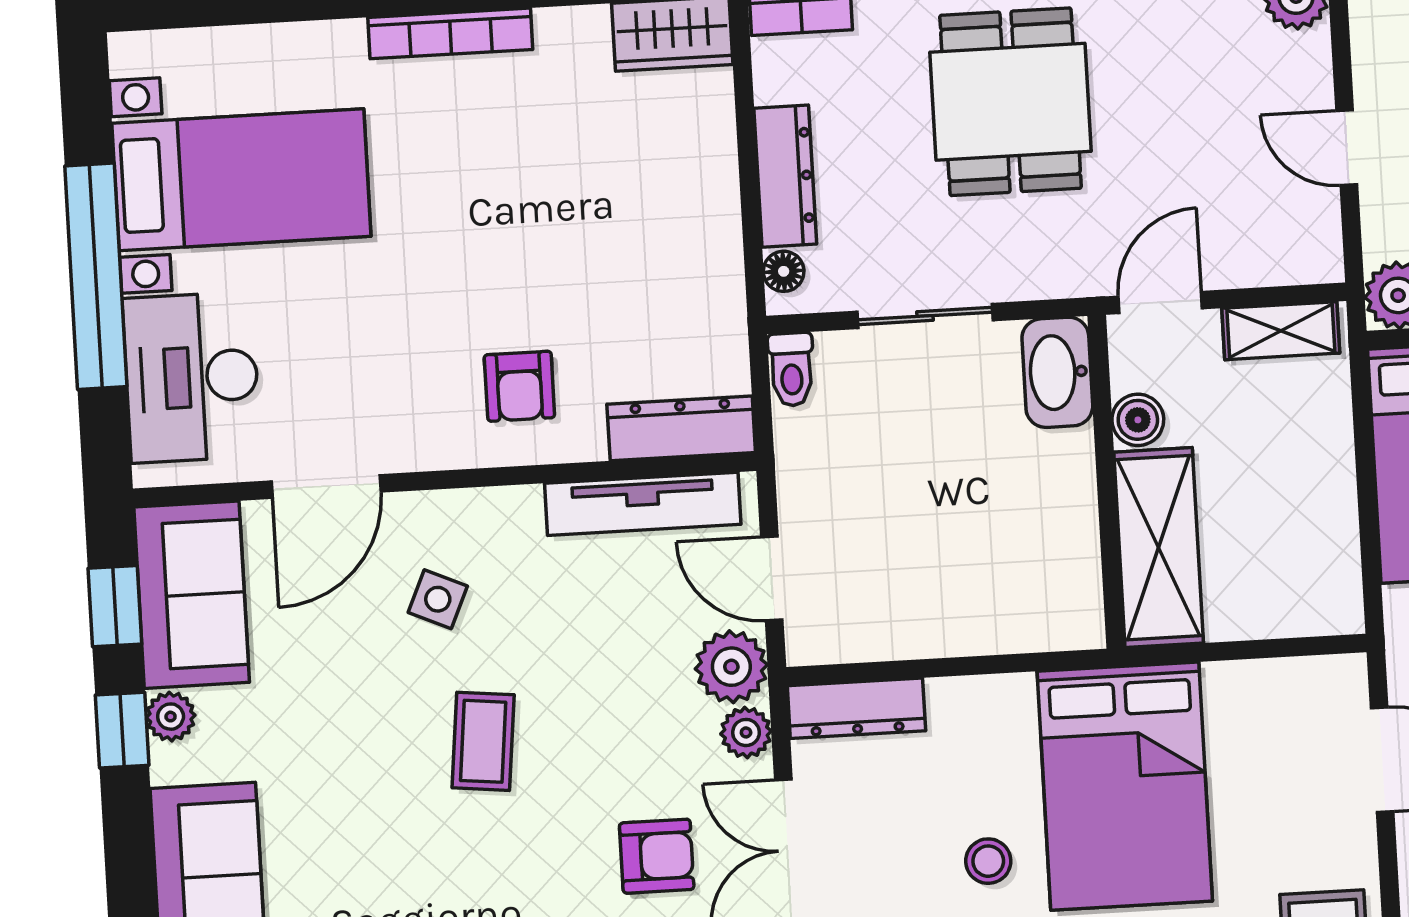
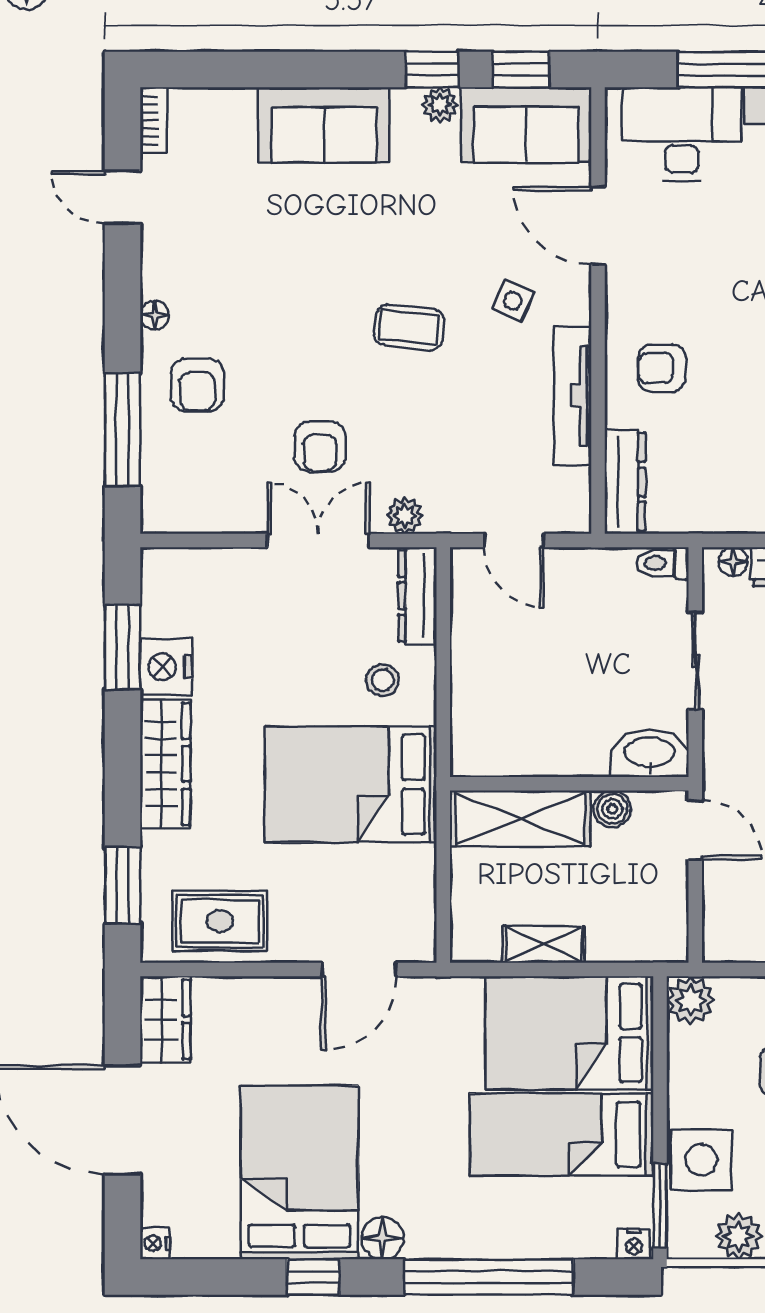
shelving: (1281, 331) -> (544, 944), moved, turned 90
tv unit: (643, 504) -> (573, 396), moved
door: (772, 579) -> (514, 541), swing flipped
plant: (731, 667) -> (452, 508), removed
stool: (988, 861) -> (383, 680), moved

